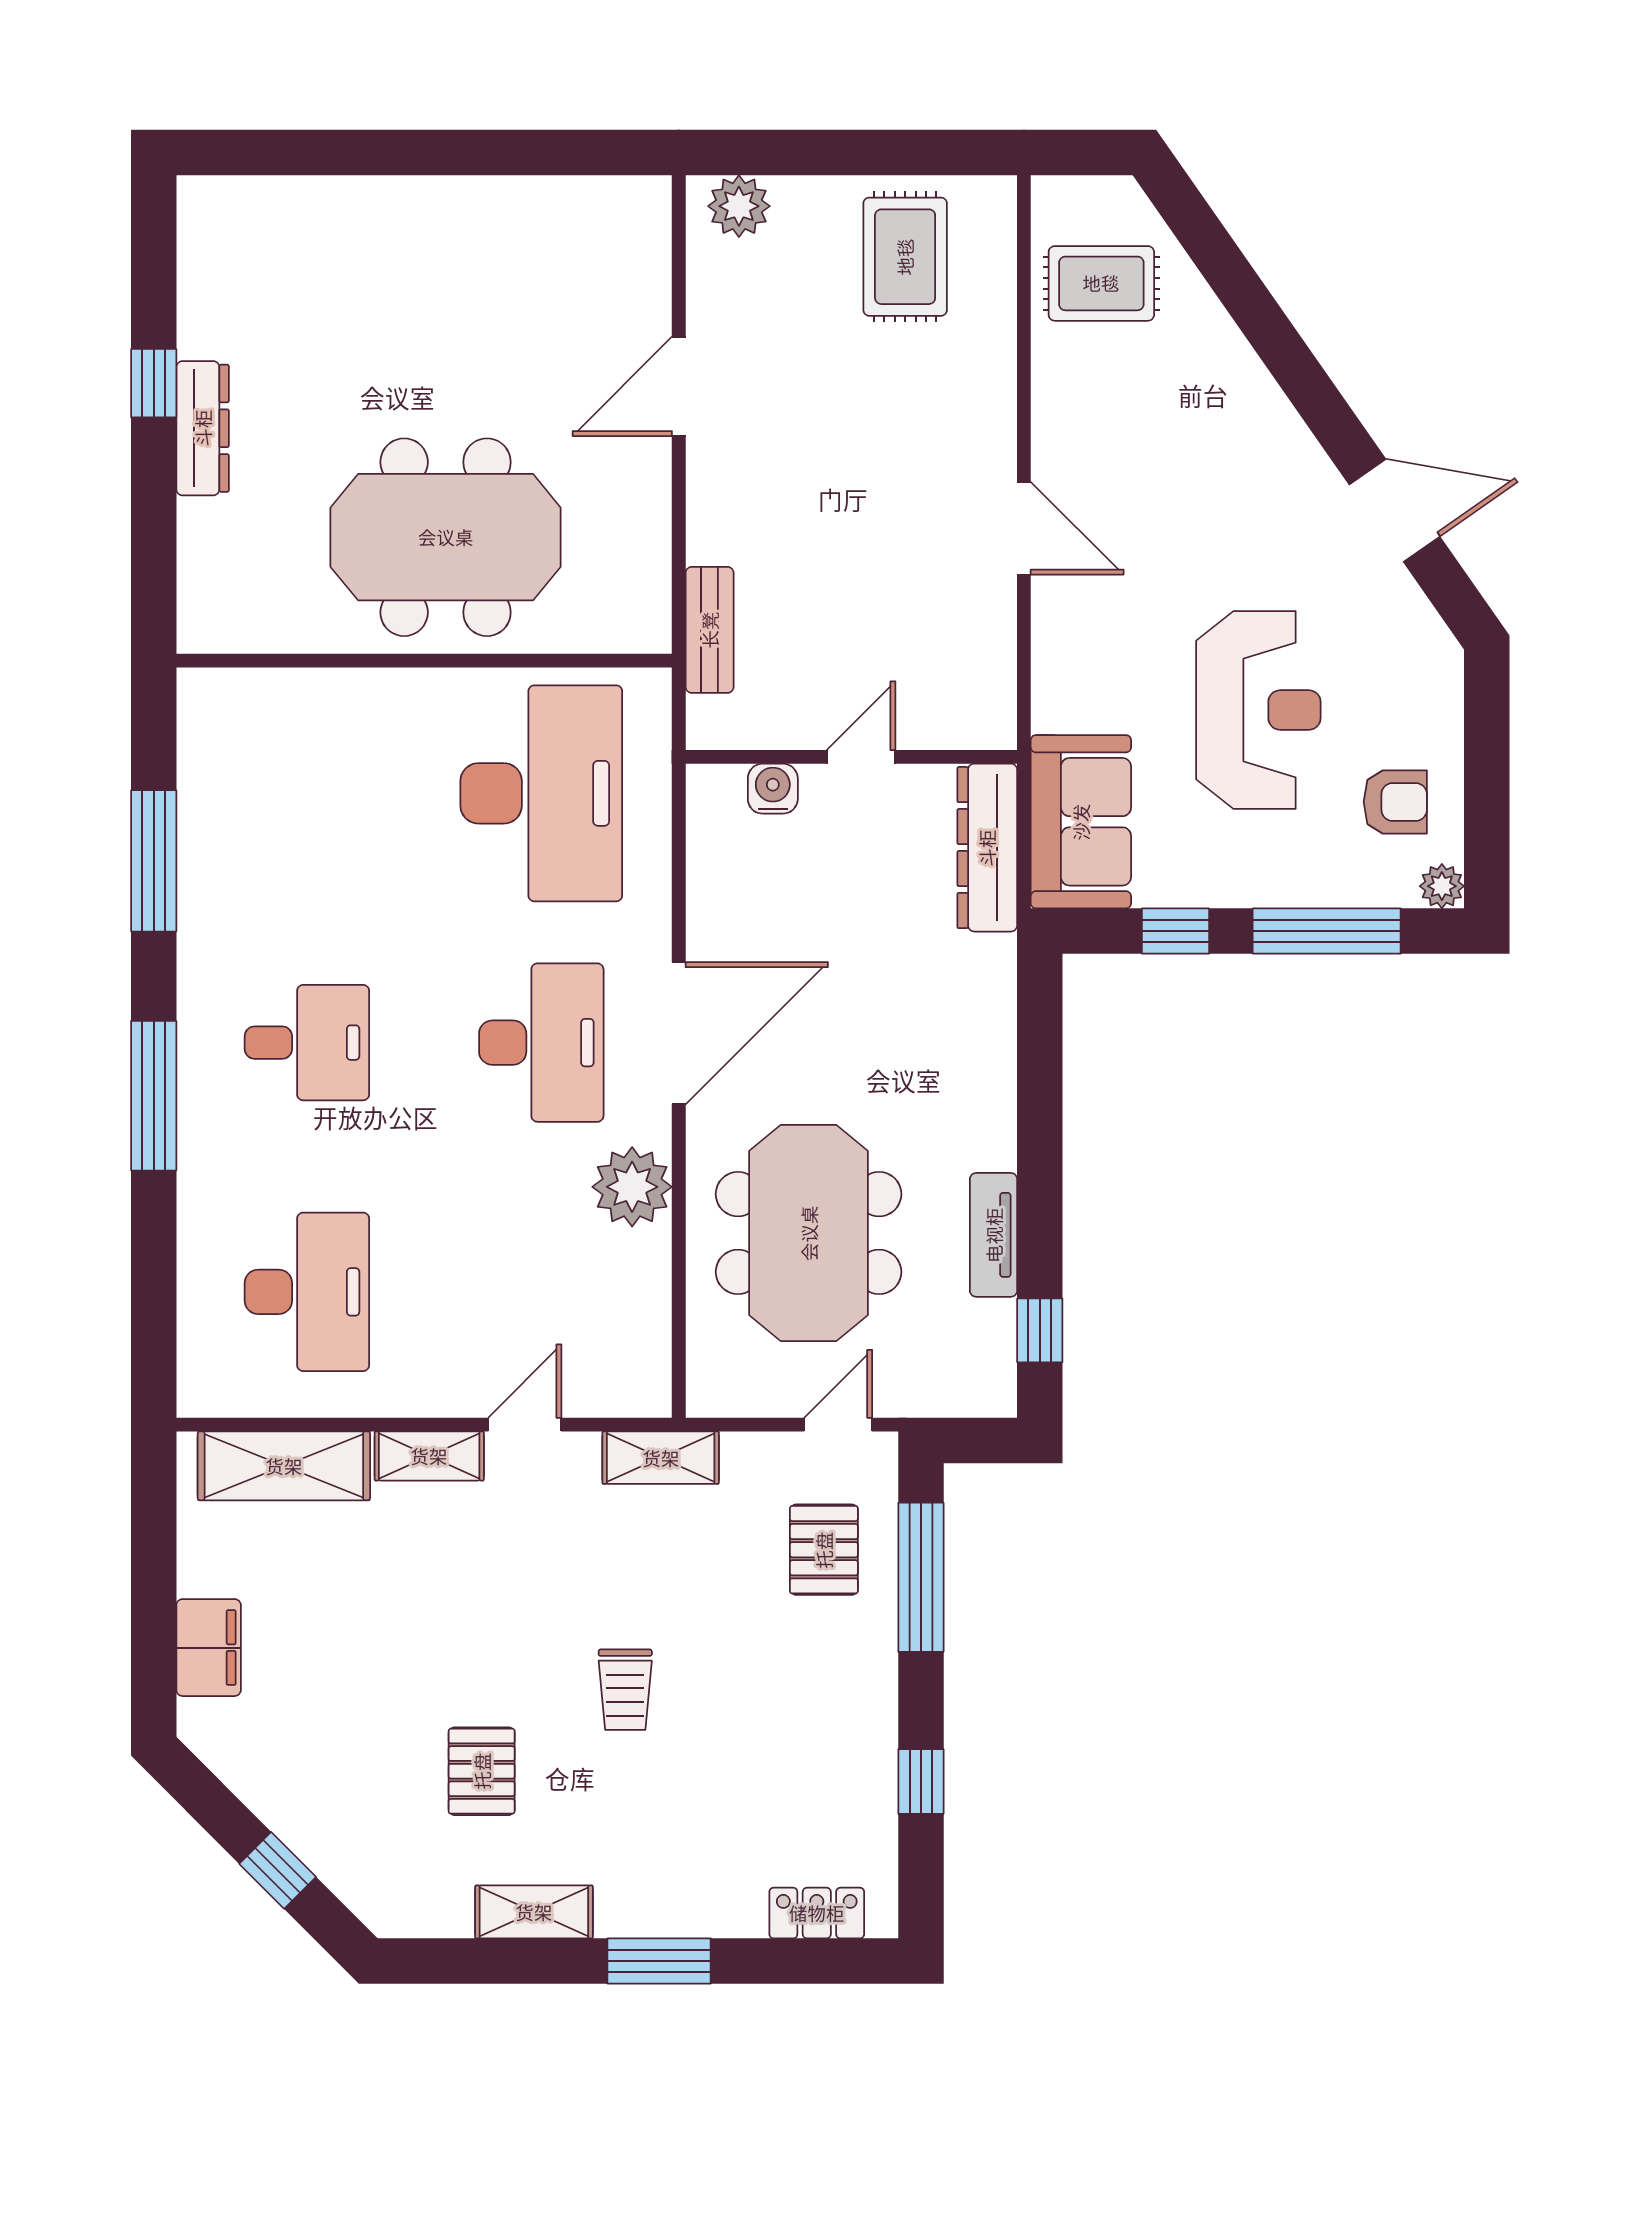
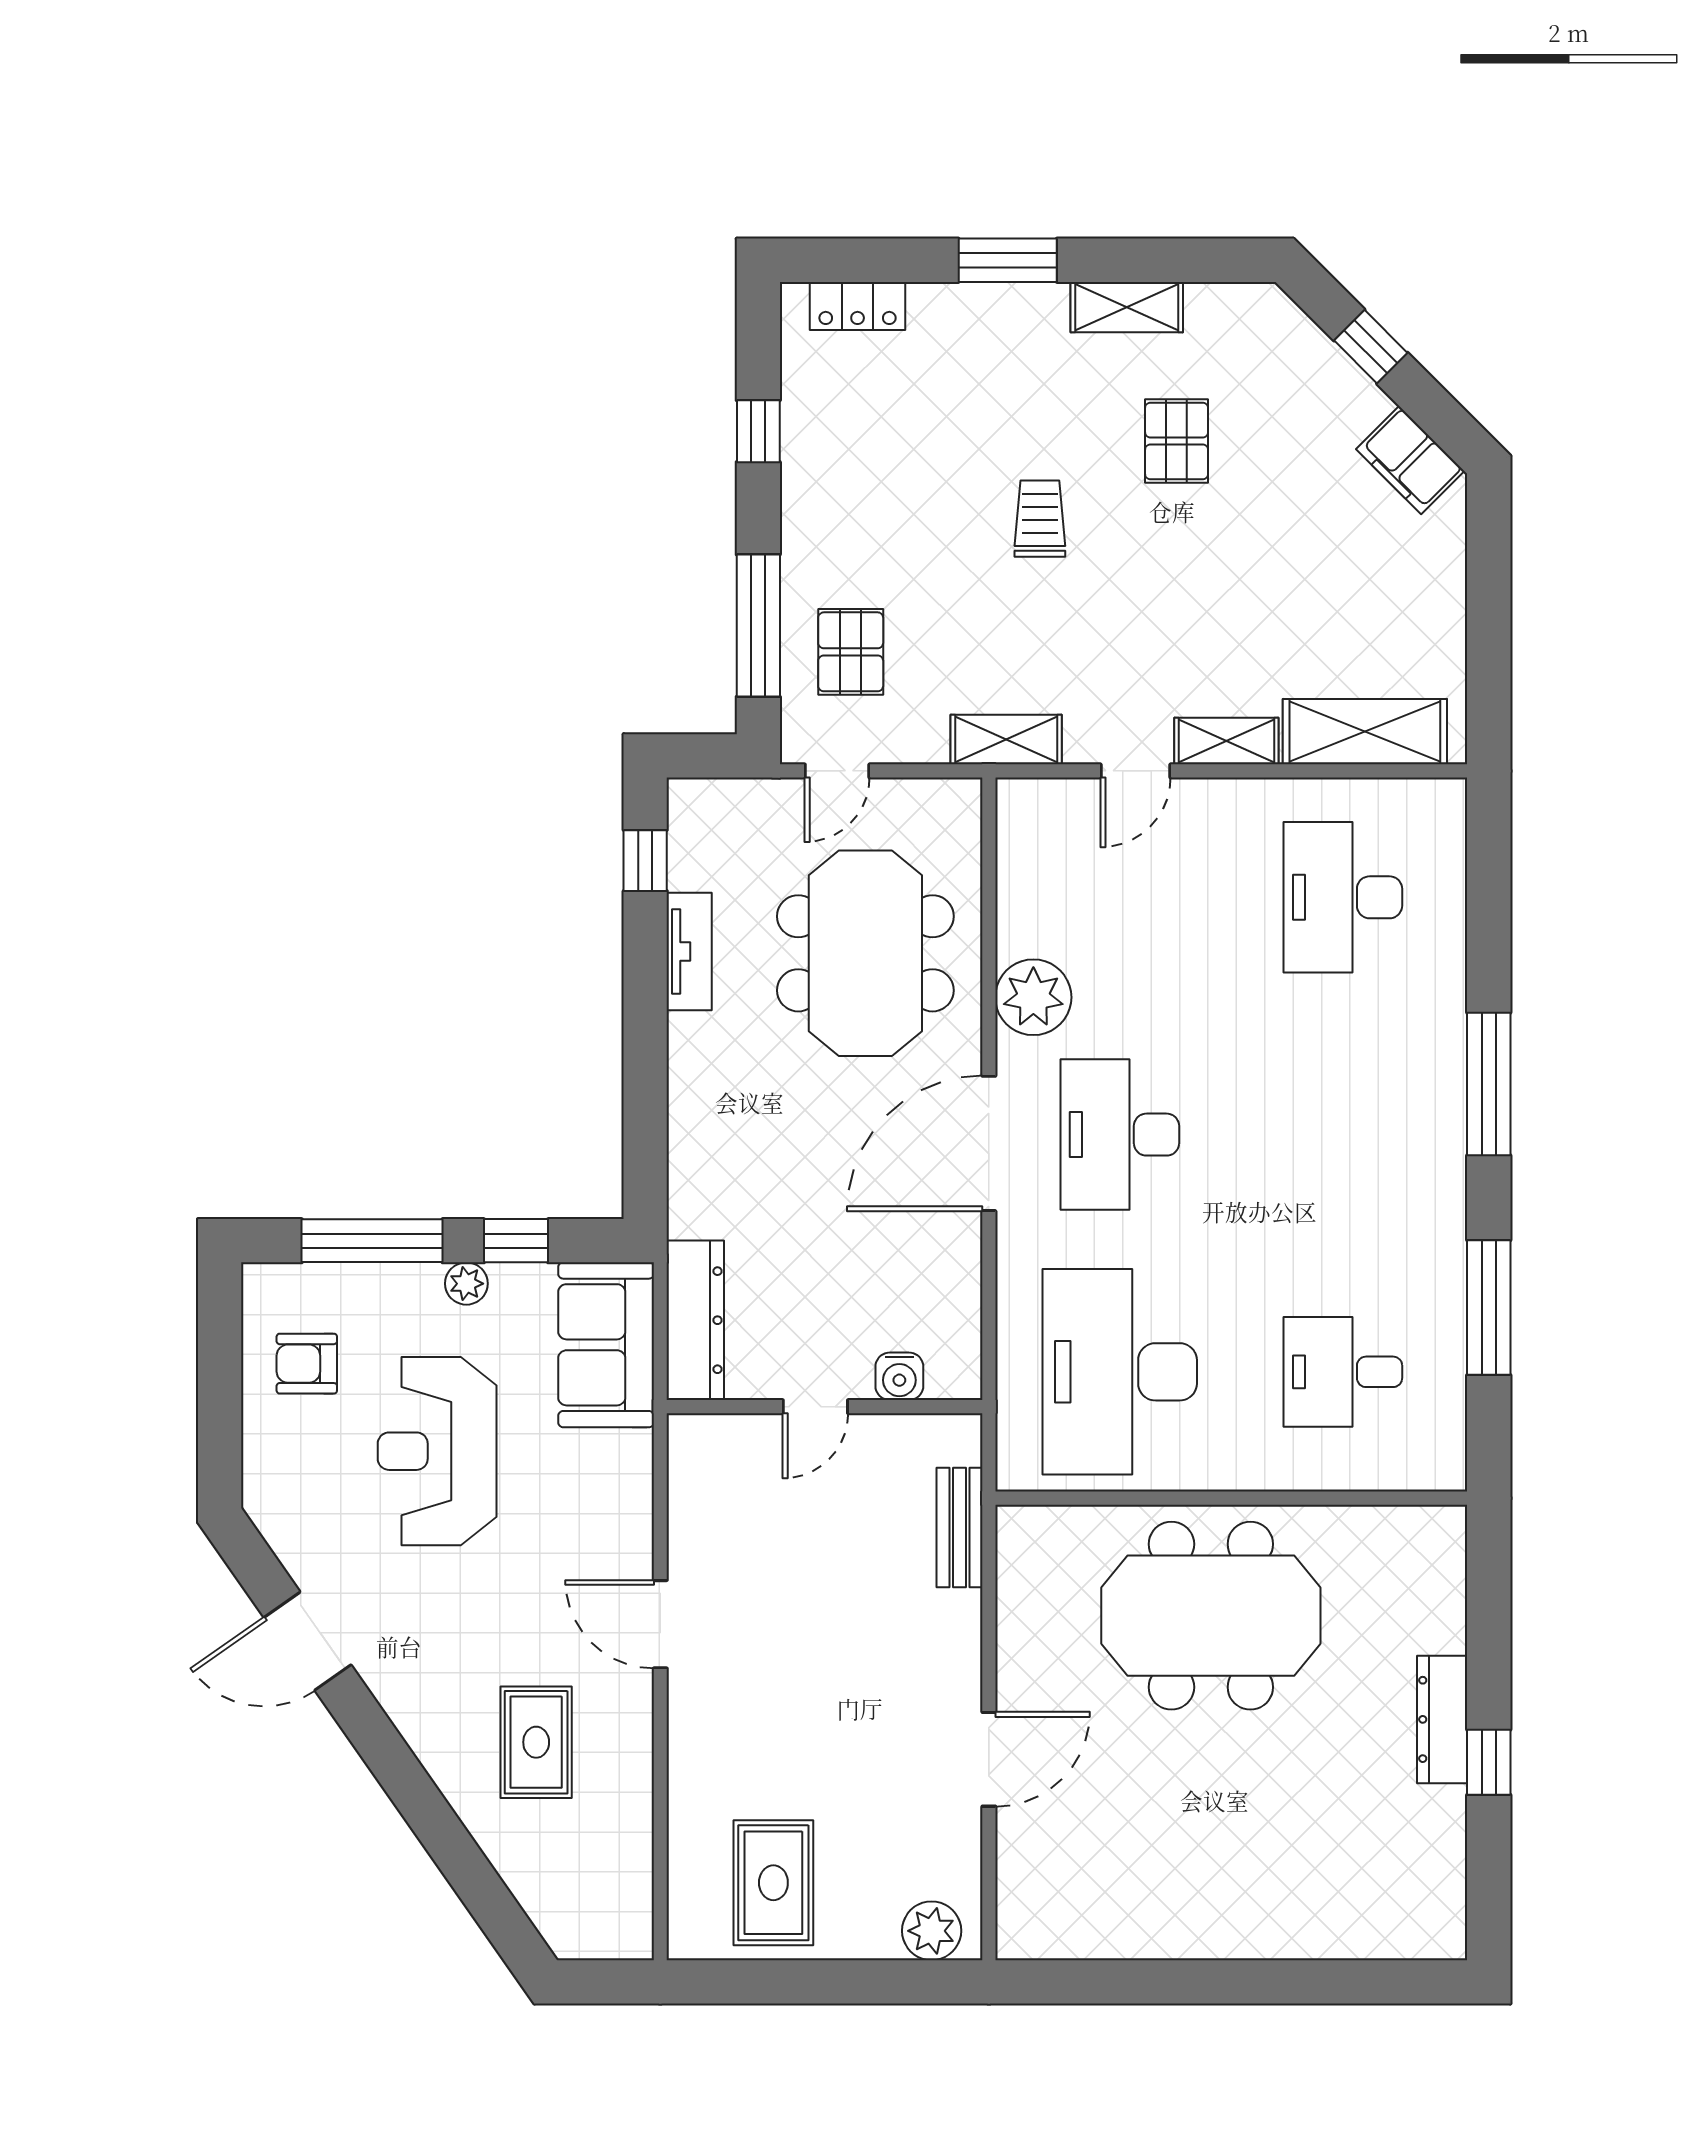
rug: (1101, 283) -> (536, 1742), moved, turned 90
plant: (1442, 886) -> (466, 1284), moved
desk: (307, 1043) -> (1343, 1372), moved
filing cabinet: (209, 1648) -> (1410, 460), moved, turned -45

